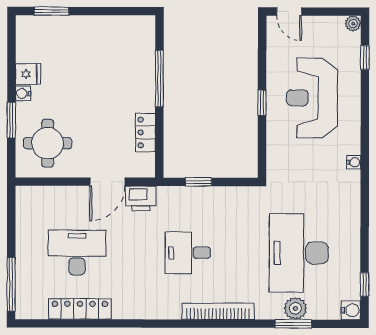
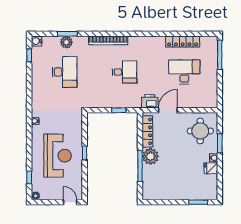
plant: (140, 96) -> (150, 156), added
locker: (145, 132) -> (147, 131), width x1.53
desk: (77, 253) -> (184, 72), turned 180
desk: (299, 253) -> (65, 72), width x0.73, depth x0.77

